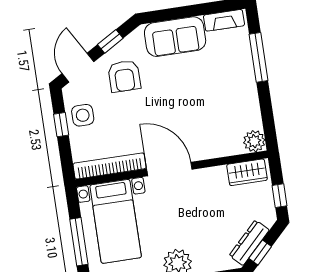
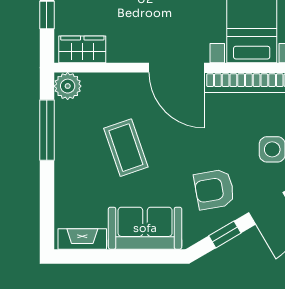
window: (259, 57) -> (47, 130), moved
armchair: (124, 76) -> (214, 189), turned -100
coffee table: (200, 99) -> (126, 148), added

